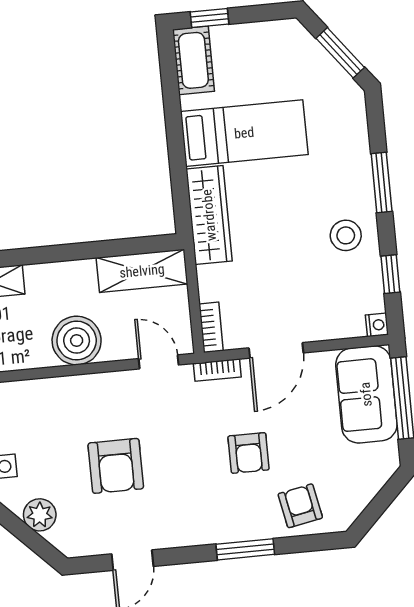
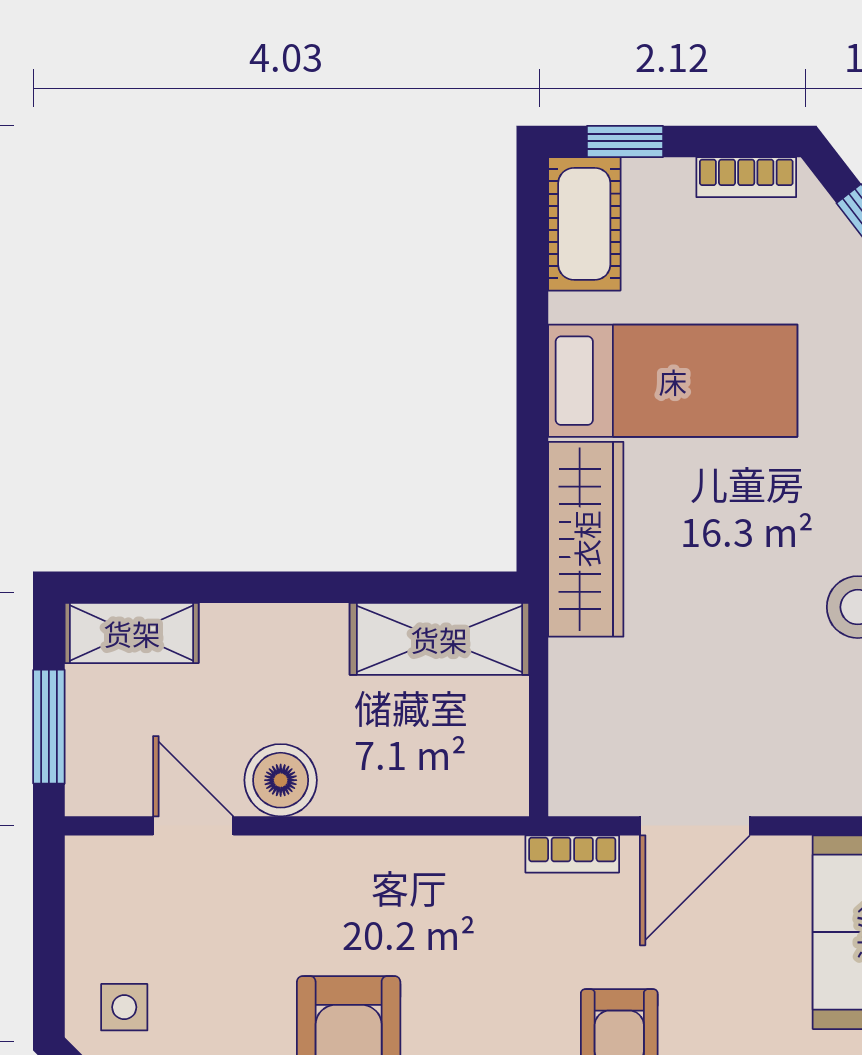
bookcase: (211, 327) -> (746, 177), moved, turned 90
boiler: (77, 341) -> (281, 780), width x0.73, depth x0.73
door: (159, 362) -> (193, 826), moved

